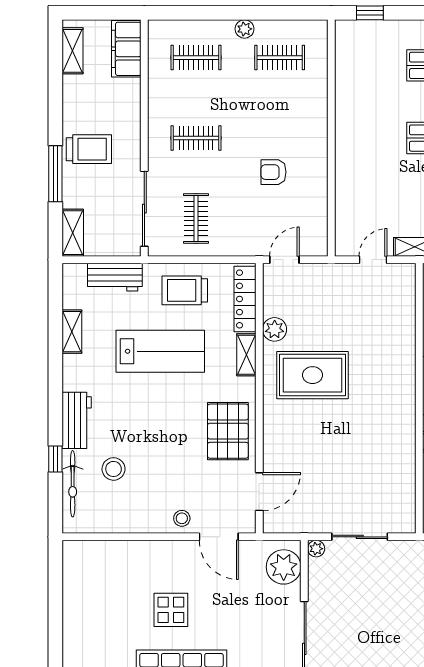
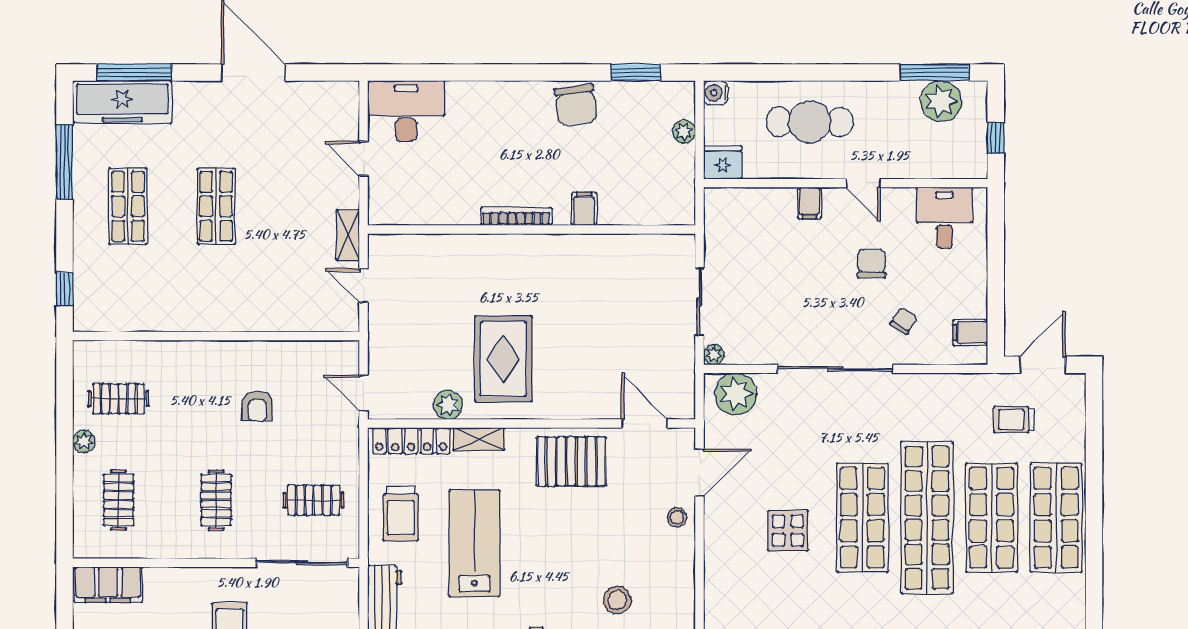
clothes rail: (280, 58) -> (119, 399), turned 90

